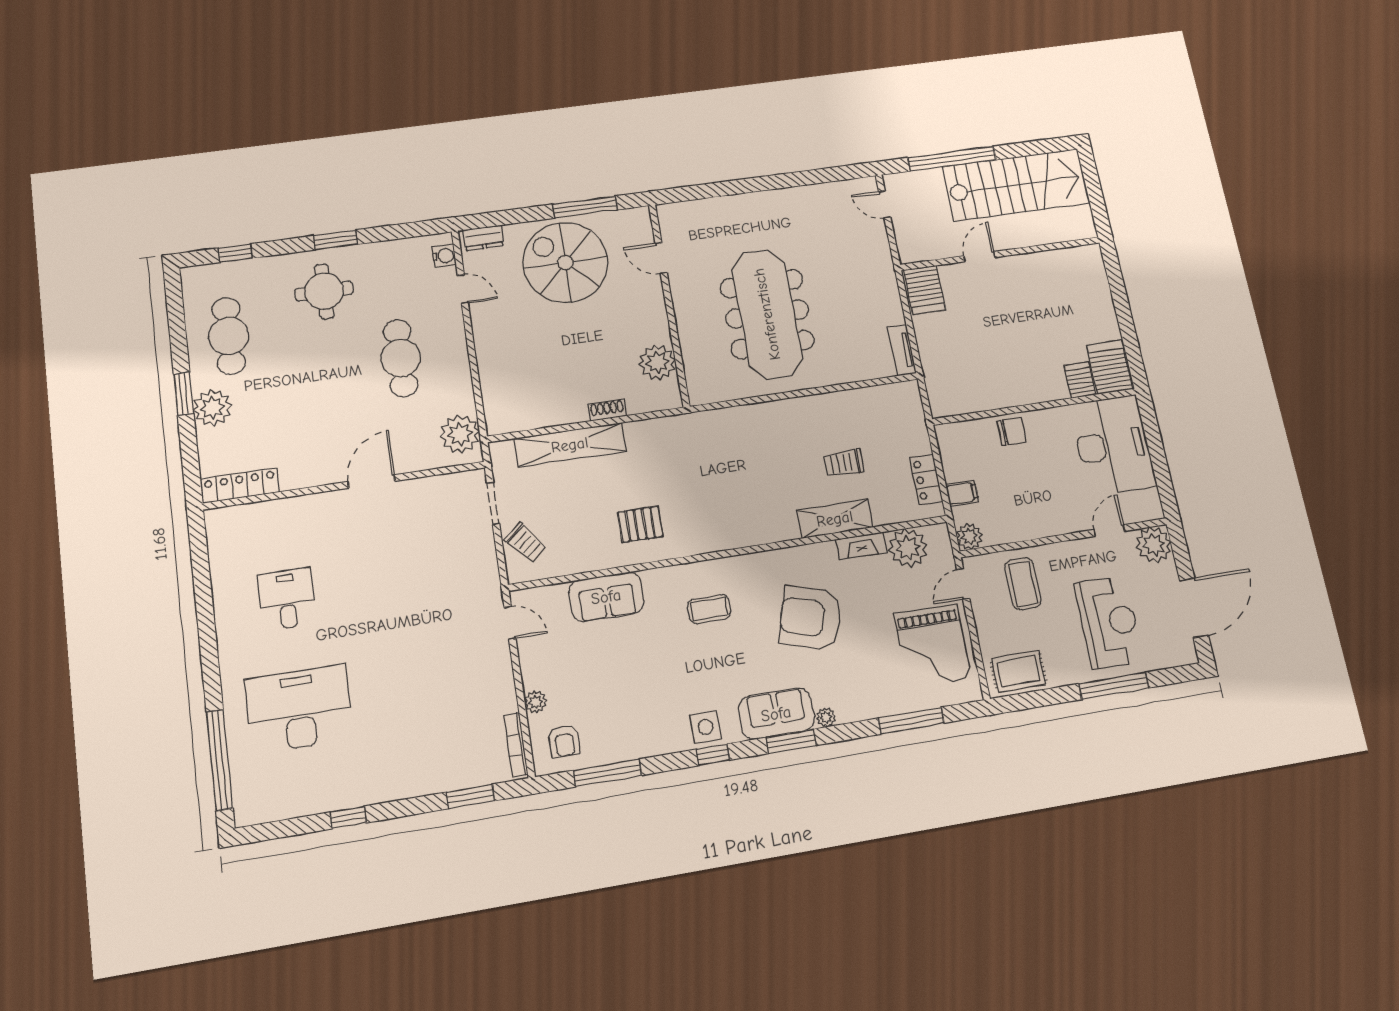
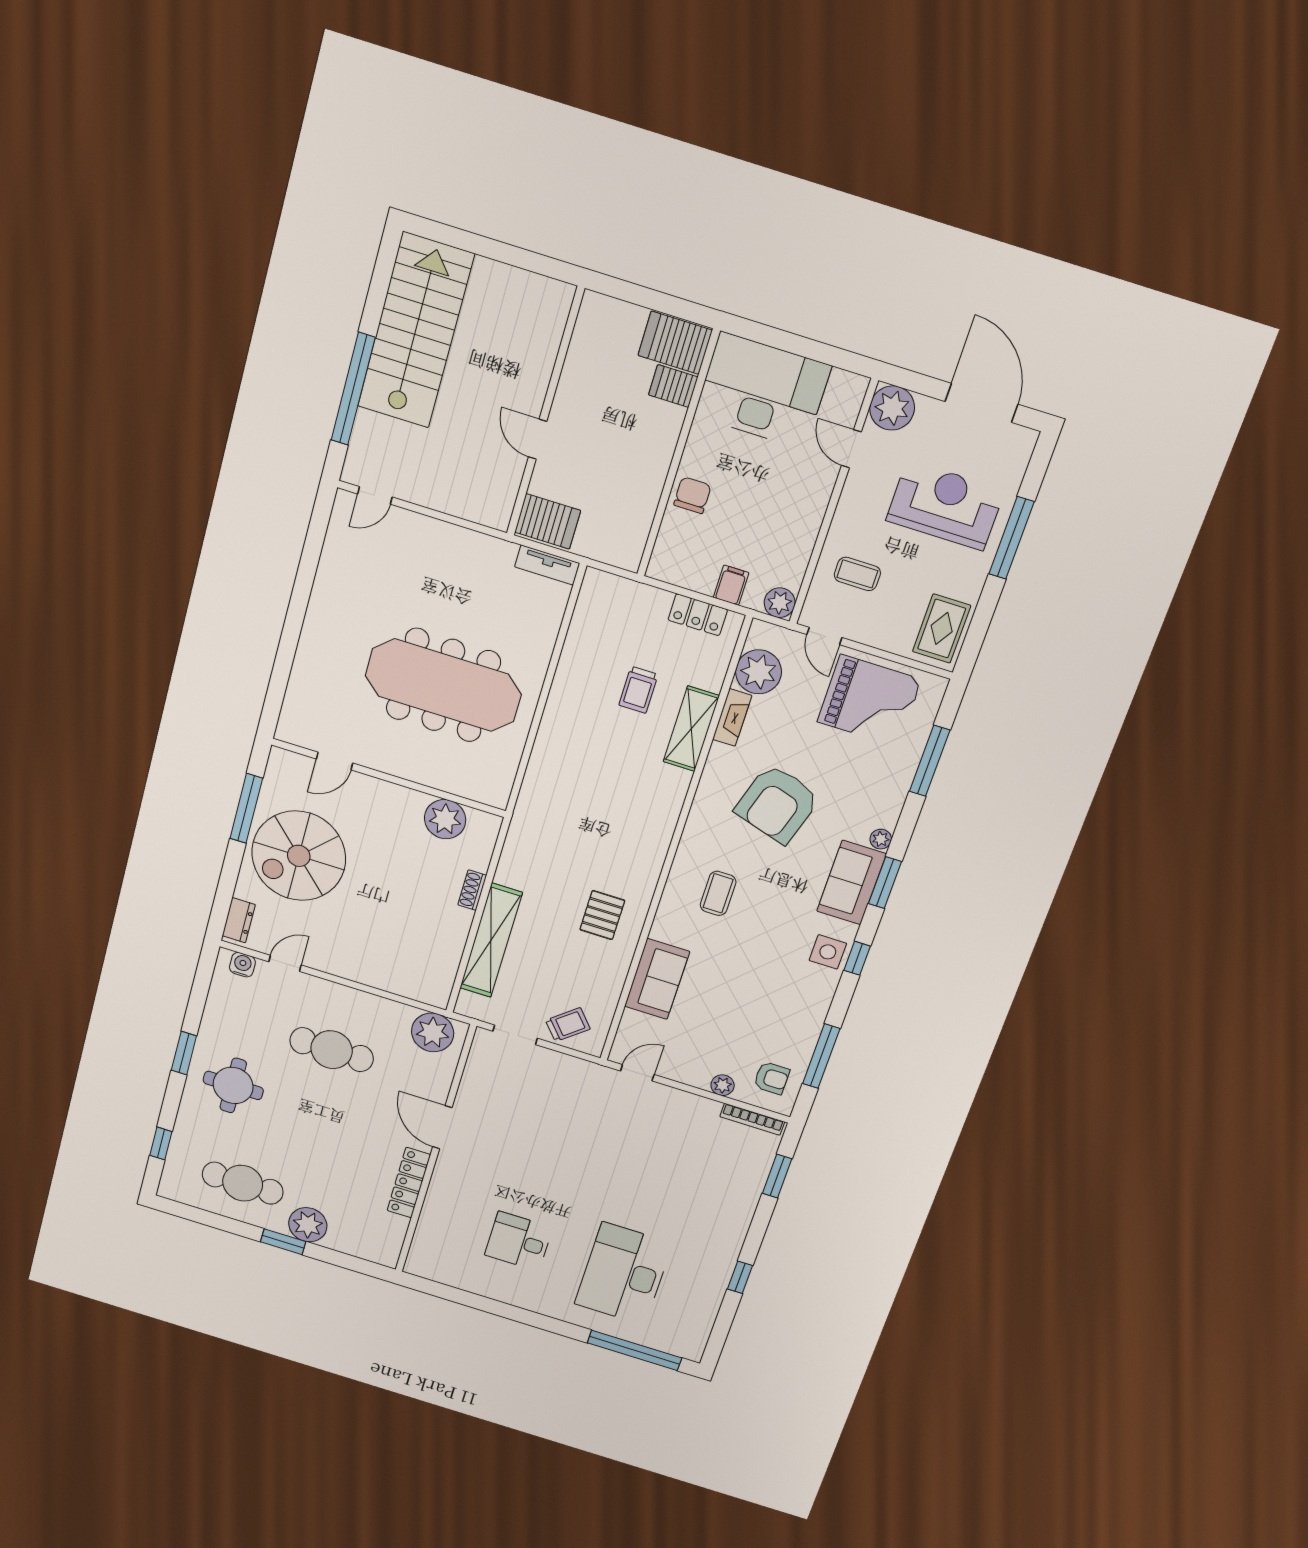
wall: (1000, 254) -> (545, 413), moved
door: (979, 257) -> (538, 439), moved
server rack: (925, 290) -> (548, 521), moved
locker: (240, 486) -> (409, 1183), moved
coffee table: (1023, 584) -> (857, 574), width x0.73, depth x0.77

